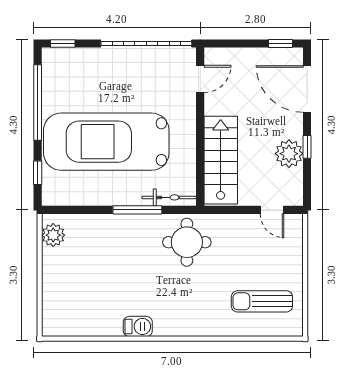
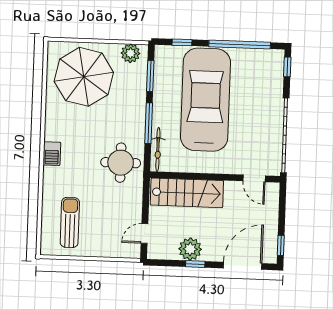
window: (80, 210) -> (150, 76), added
parasol: (84, 291) -> (84, 77), added
barbecue: (138, 326) -> (52, 154), moved

